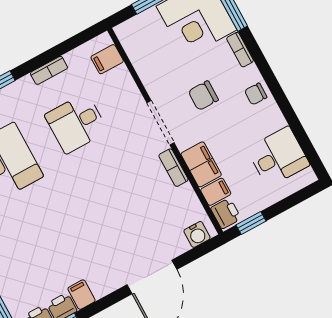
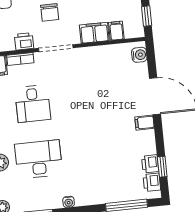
bookcase: (173, 168) -> (20, 59), moved
printer: (226, 213) -> (24, 41), moved
filing cabinet: (82, 295) -> (145, 123), moved

